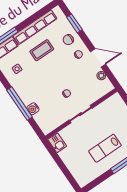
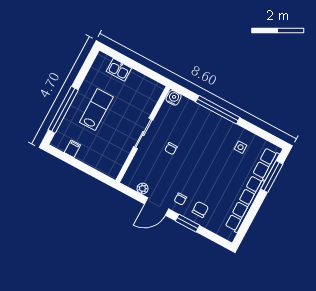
window: (74, 23) -> (188, 223), moved
coffee table: (42, 50) -> (224, 182), removed
water cooler: (33, 109) -> (174, 98), moved
kitchen sink: (57, 143) -> (119, 70), moved

